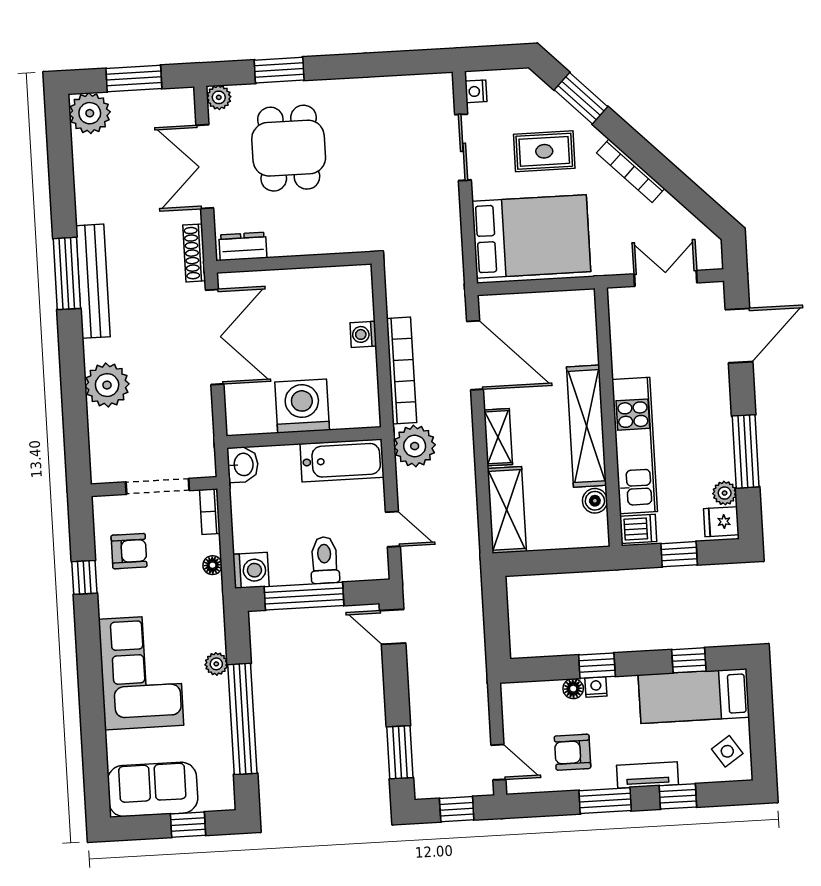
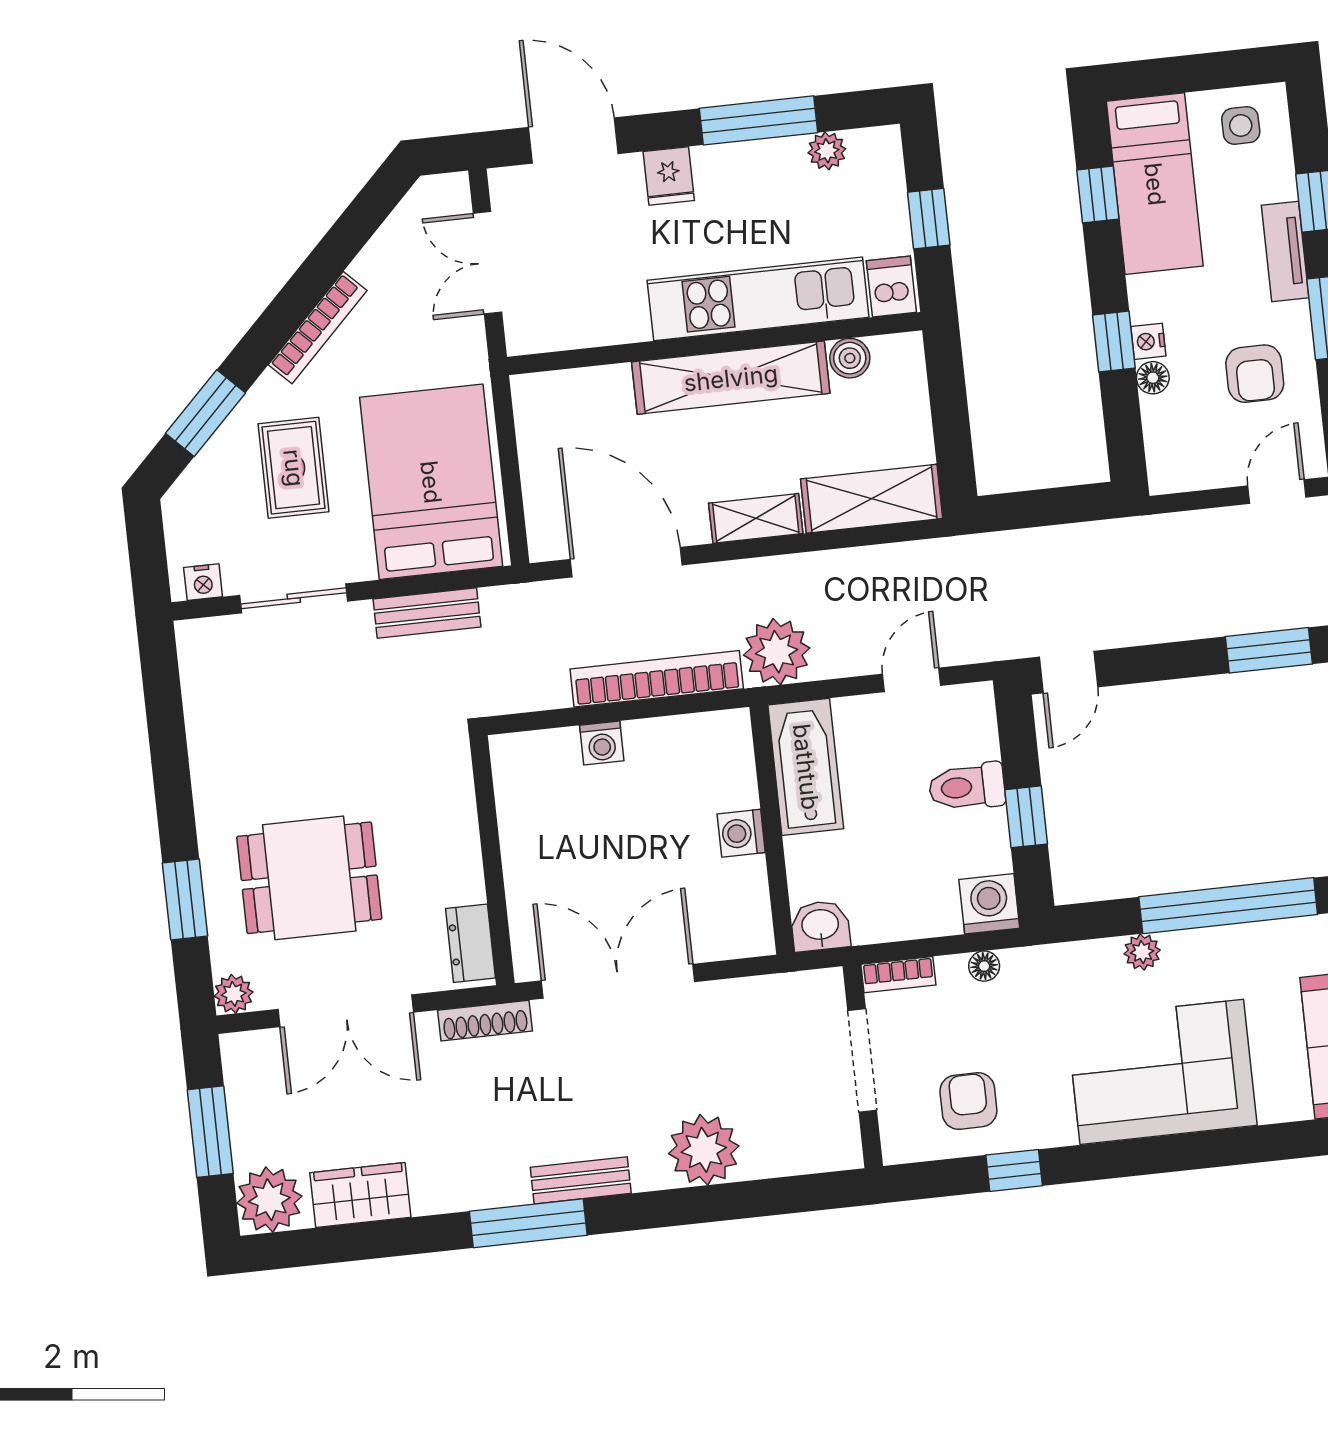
wardrobe: (90, 170) -> (360, 1195), added
bench: (450, 230) -> (427, 613), added
bench: (93, 281) -> (581, 1180), width x0.54, depth x0.82
door: (475, 355) -> (626, 562), hinge flipped
washing machine: (302, 406) -> (741, 833), width x0.53, depth x0.53
fridge: (721, 522) -> (669, 176), moved
window: (304, 596) -> (1026, 817), width x0.46
side table: (727, 751) -> (1241, 125), turned 34

